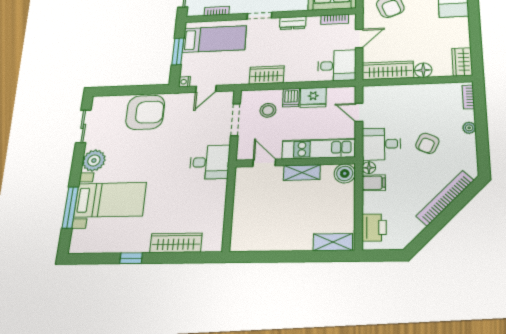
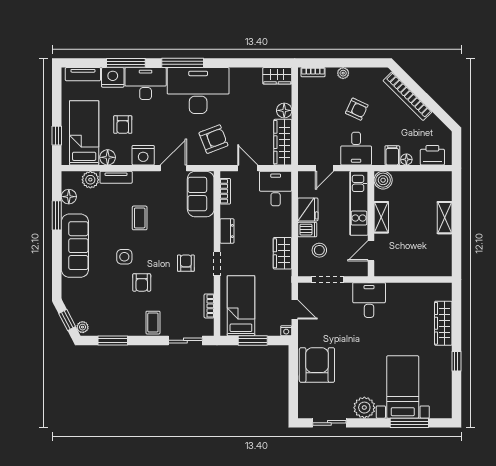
floor lamp: (369, 168) -> (406, 159), moved
shelving: (333, 242) -> (445, 218), moved

